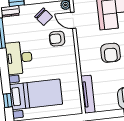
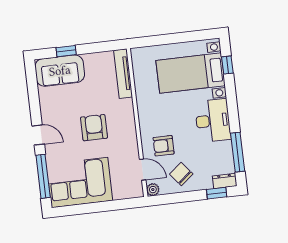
armchair: (57, 39) -> (164, 146), turned 180

